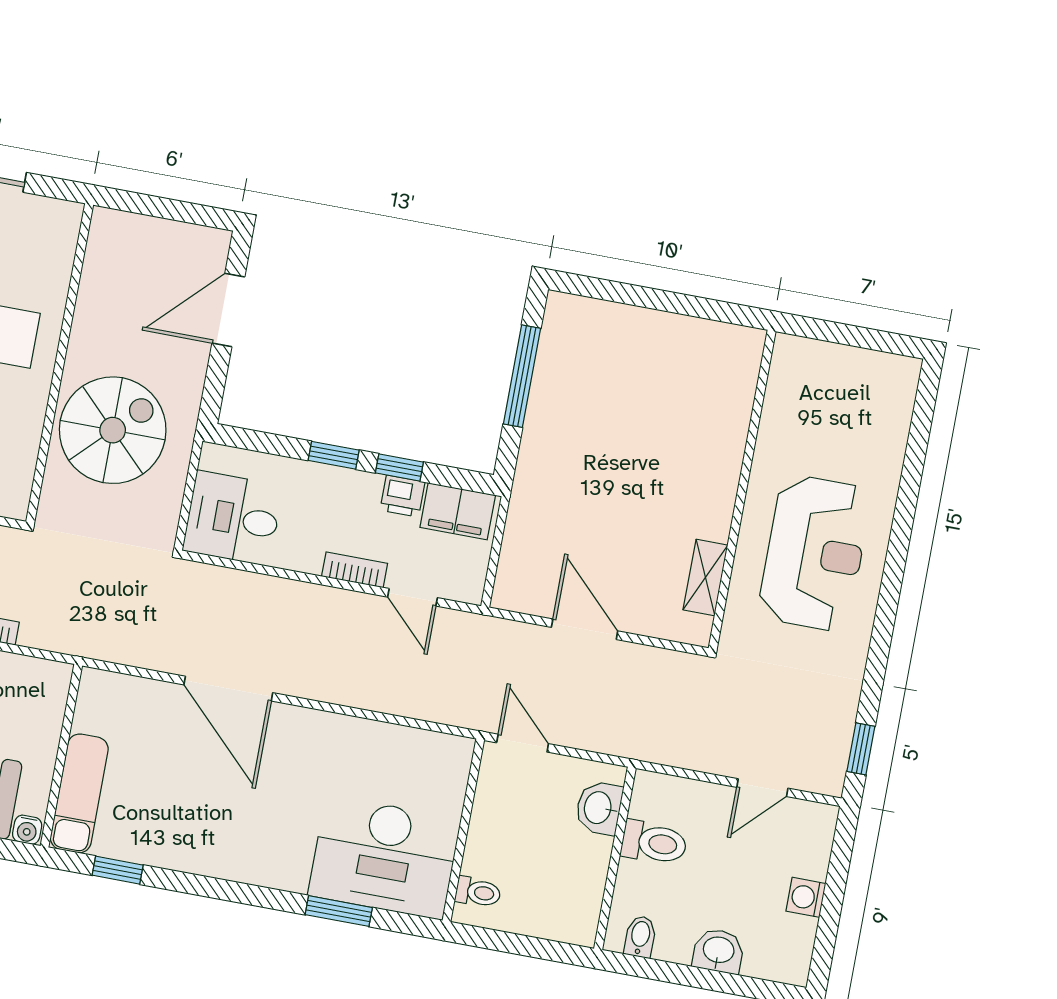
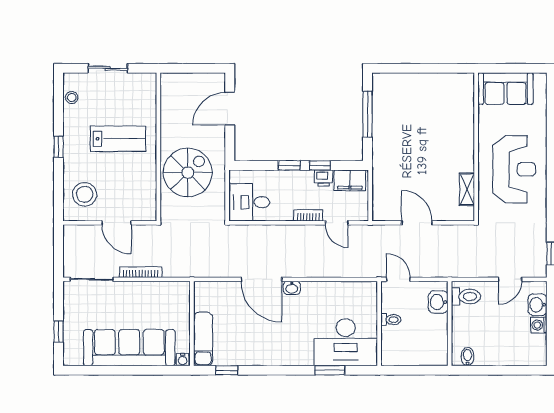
sofa: (828, 376) -> (505, 89), added
washbasin: (290, 719) -> (292, 288), added
toilet: (654, 843) -> (466, 297), moved
toilet: (478, 892) -> (391, 320), moved
washbasin: (718, 951) -> (537, 305), moved, turned -90

